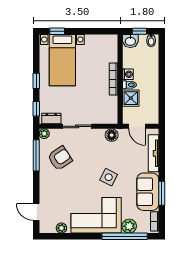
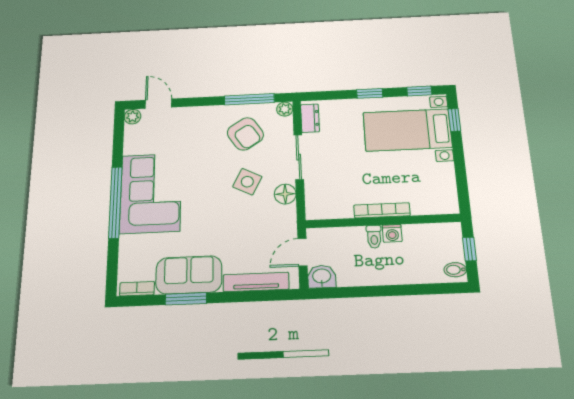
washbasin: (130, 41) -> (322, 277), moved, turned 90
shower: (131, 98) -> (351, 240), removed
window: (36, 109) -> (419, 91), moved
floor lamp: (112, 135) -> (285, 194), moved
side table: (109, 177) -> (247, 182), moved
door: (36, 212) -> (159, 104), hinge flipped
plant: (129, 226) -> (131, 247), removed
plant: (61, 228) -> (133, 117), moved
window: (125, 236) -> (115, 202), moved

